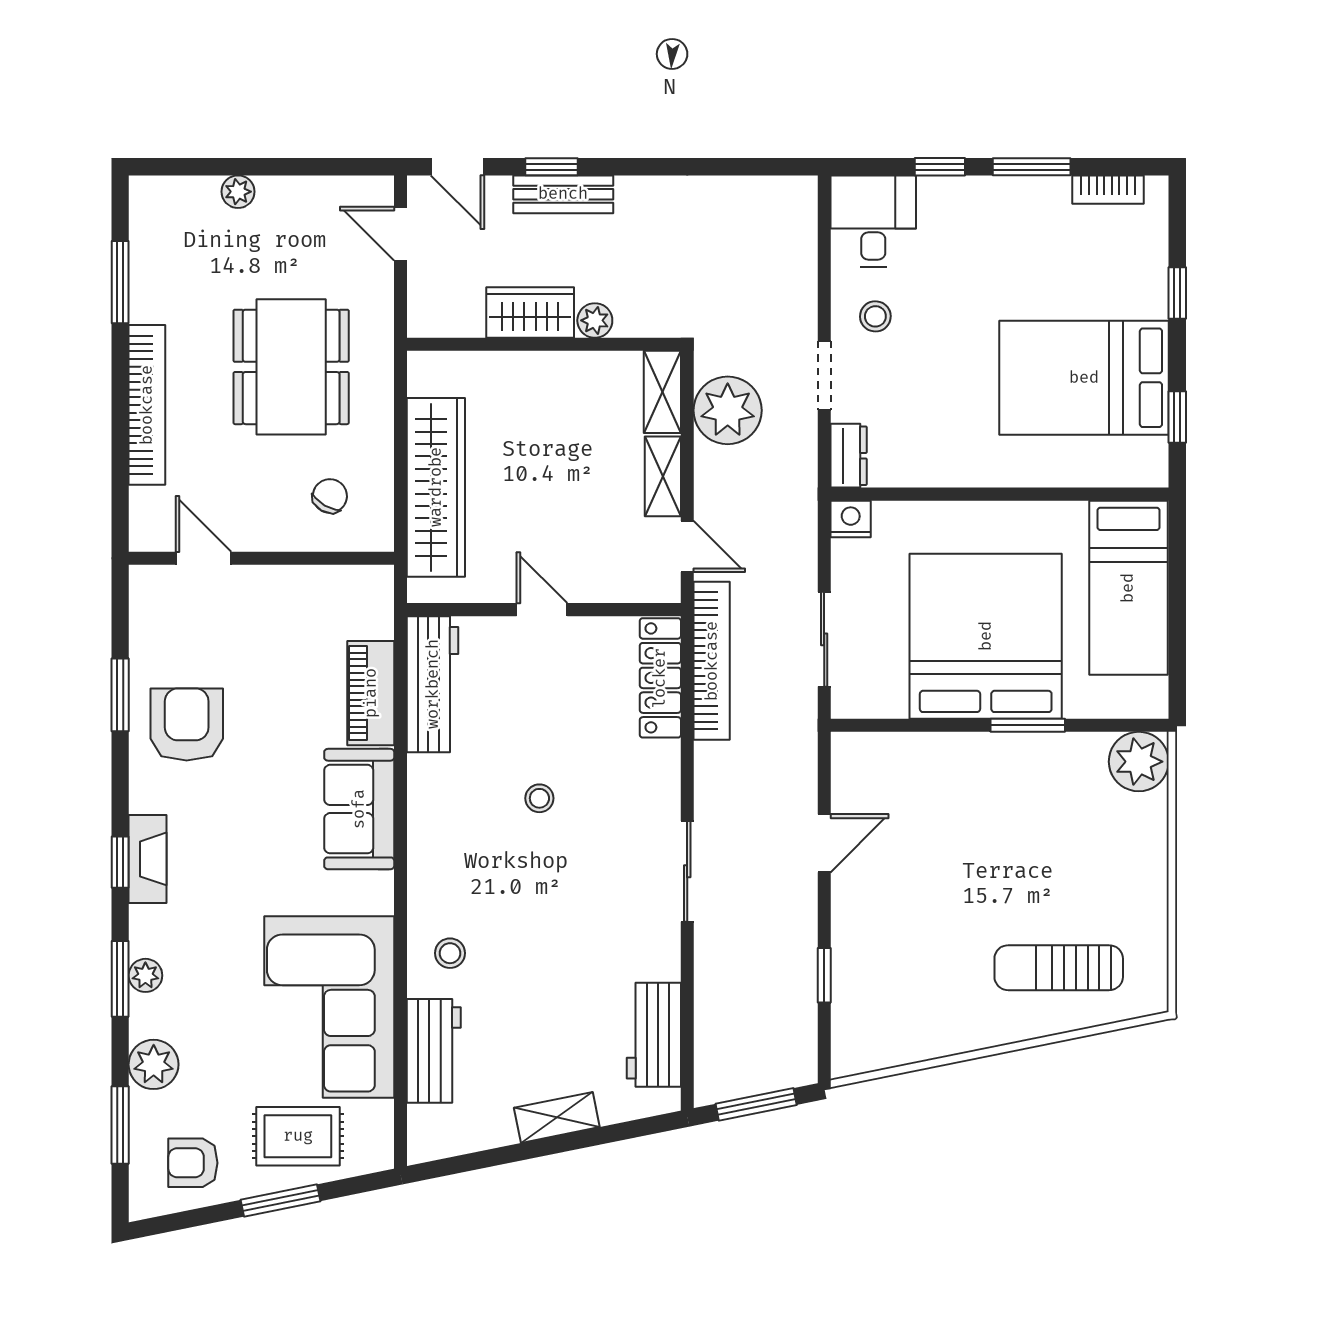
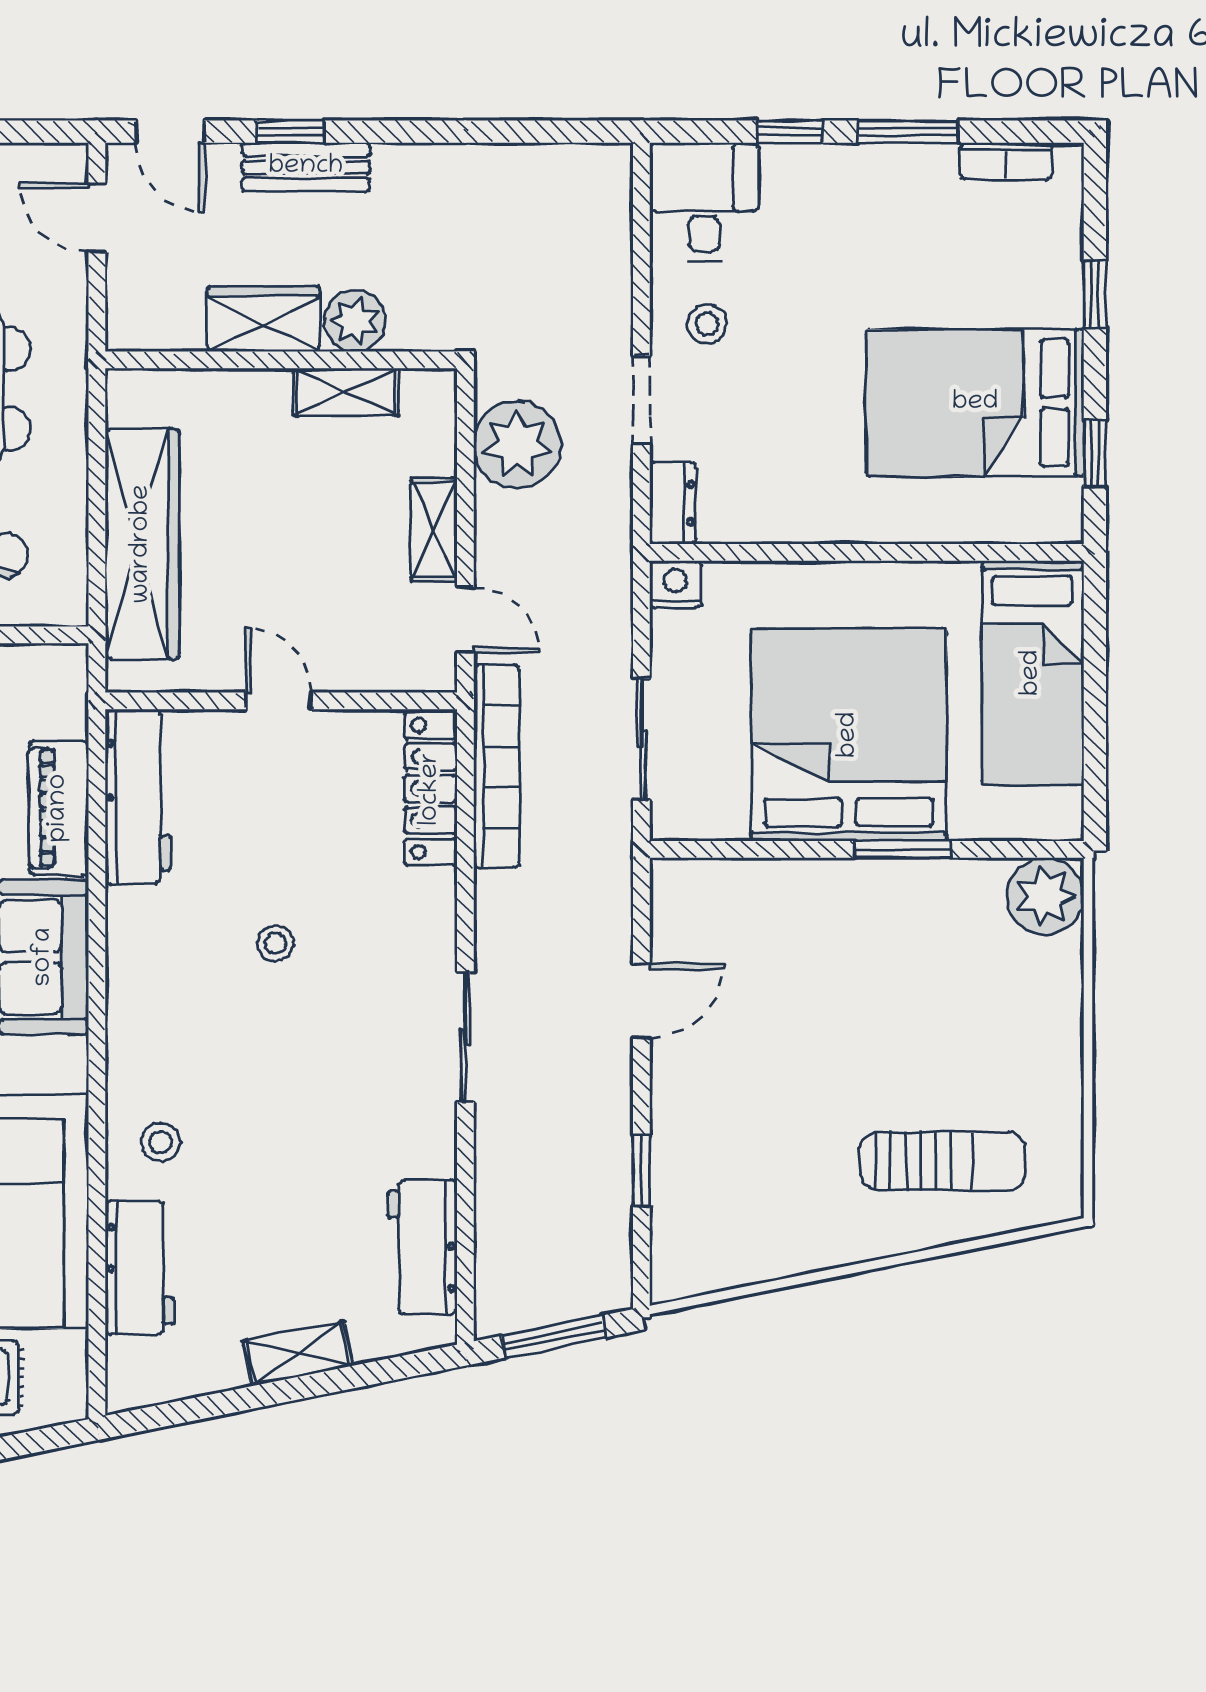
plant: (595, 320) -> (355, 321), width x1.38, depth x1.38
shelving: (662, 392) -> (346, 392), moved, turned 90
sun lounger: (1059, 968) -> (943, 1161), turned 180

